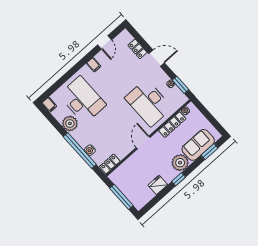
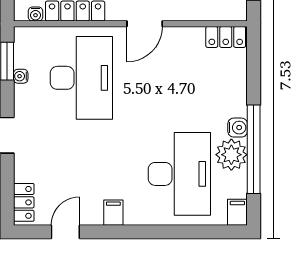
locker: (137, 49) -> (24, 202), moved
desk: (82, 100) -> (179, 174), turned 180
water cooler: (90, 150) -> (238, 128), moved
window: (80, 151) -> (254, 149), moved

